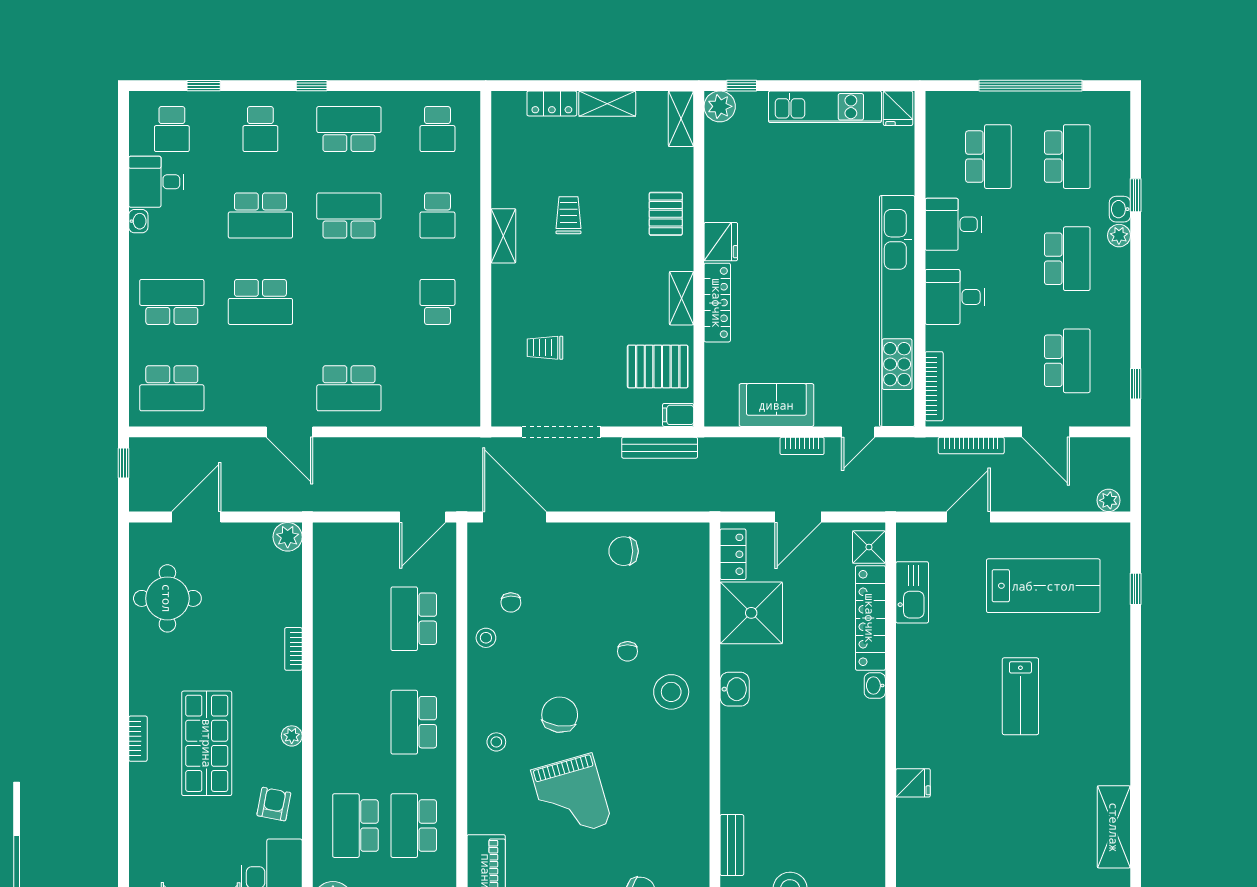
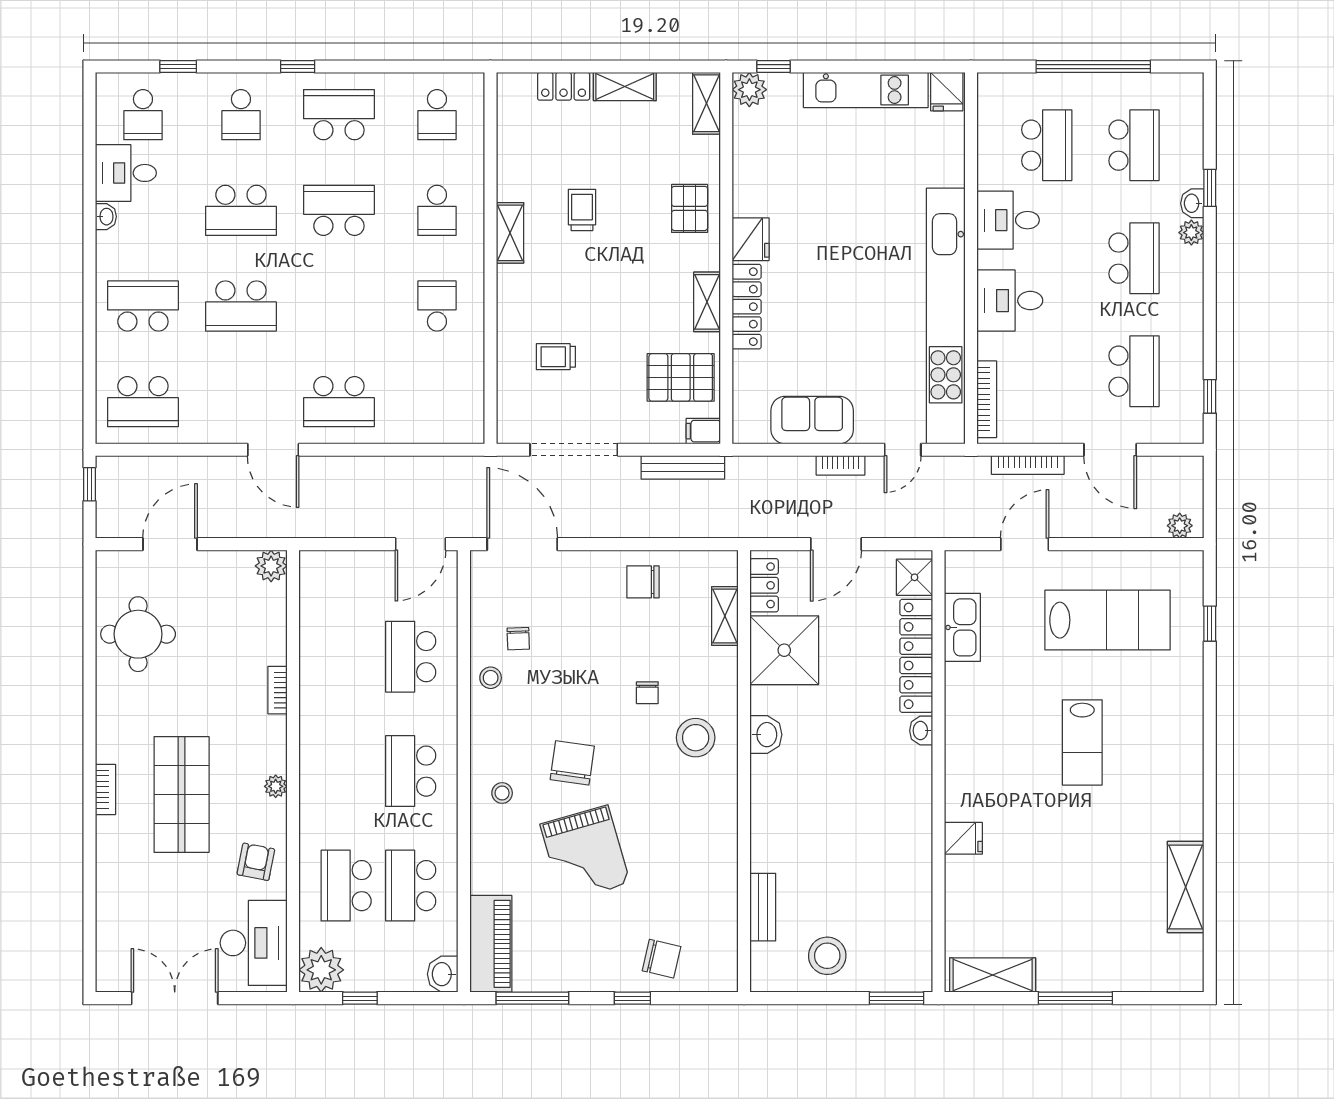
shelving: (698, 582) -> (725, 616), added

